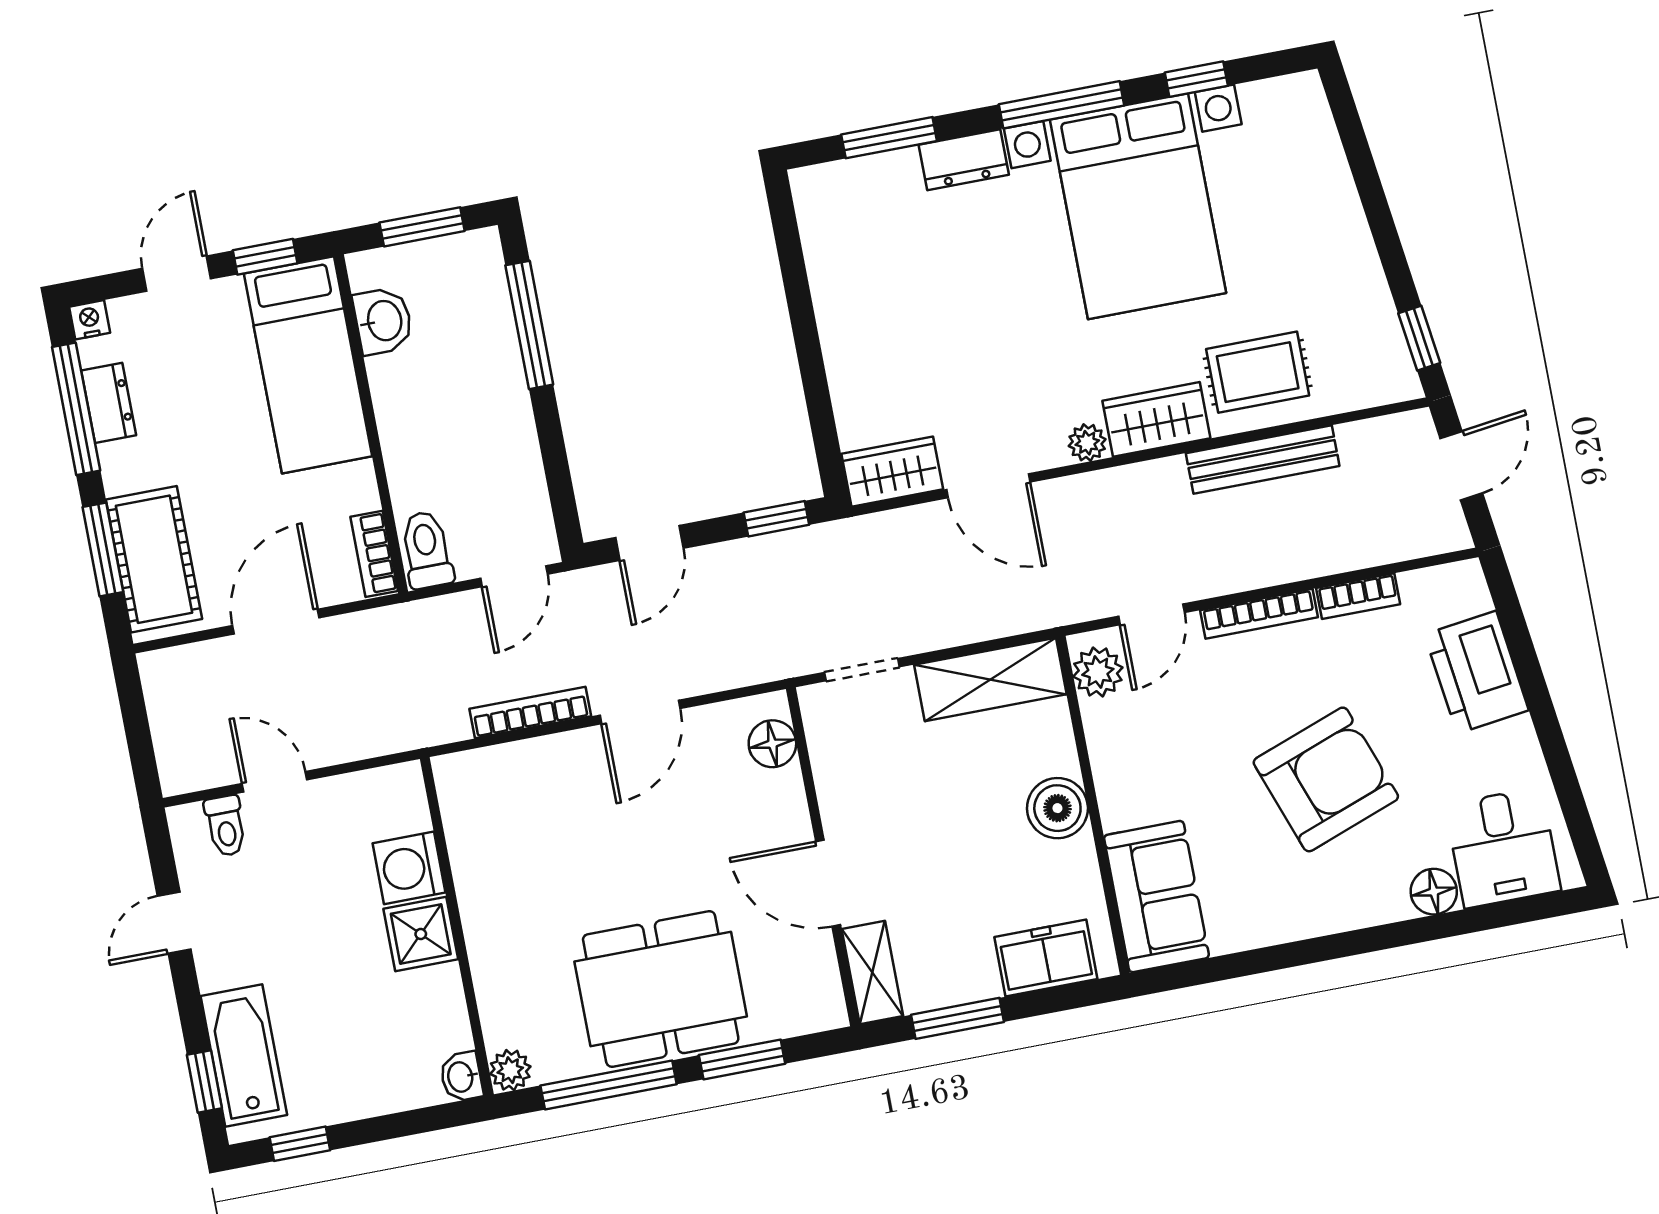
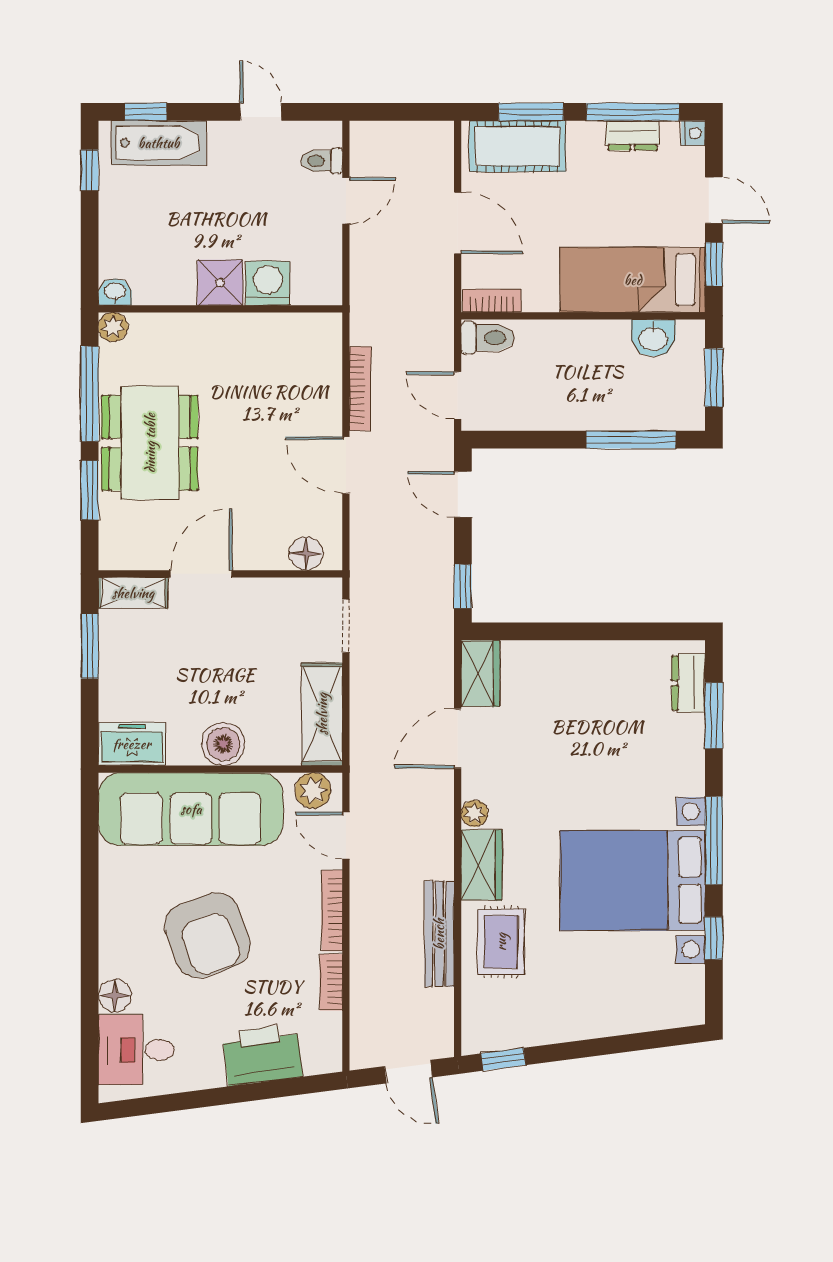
dresser: (964, 160) -> (689, 683), moved
sofa: (1156, 897) -> (191, 809), width x1.85, depth x1.27
freezer: (1046, 958) -> (132, 744), moved, turned -90

